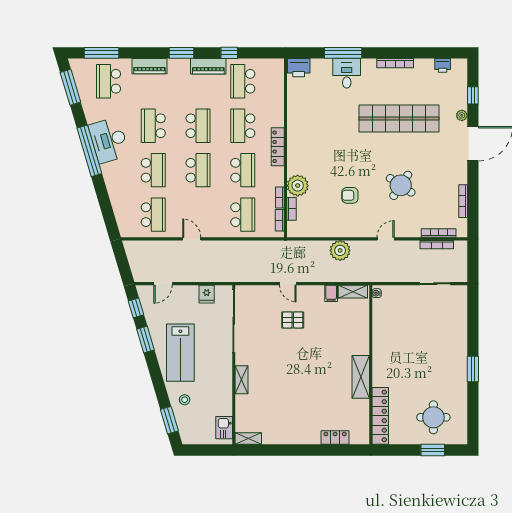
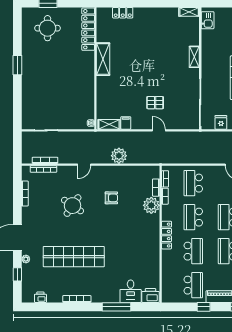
desk: (347, 73) -> (131, 291), moved

